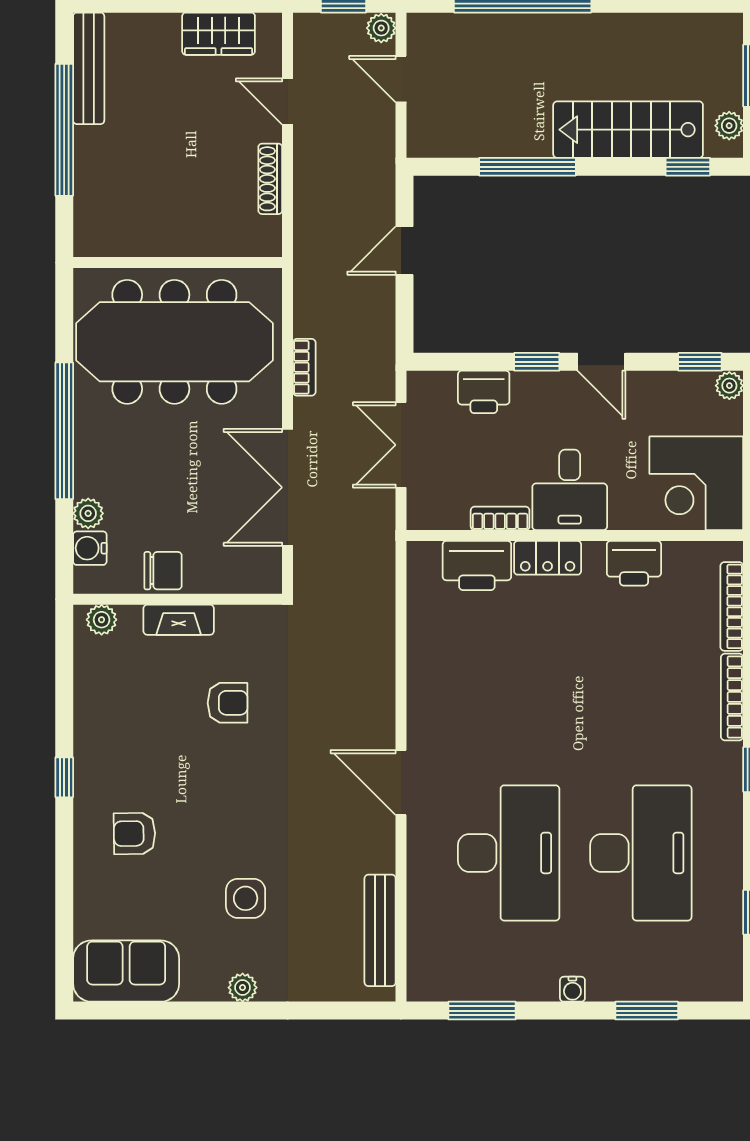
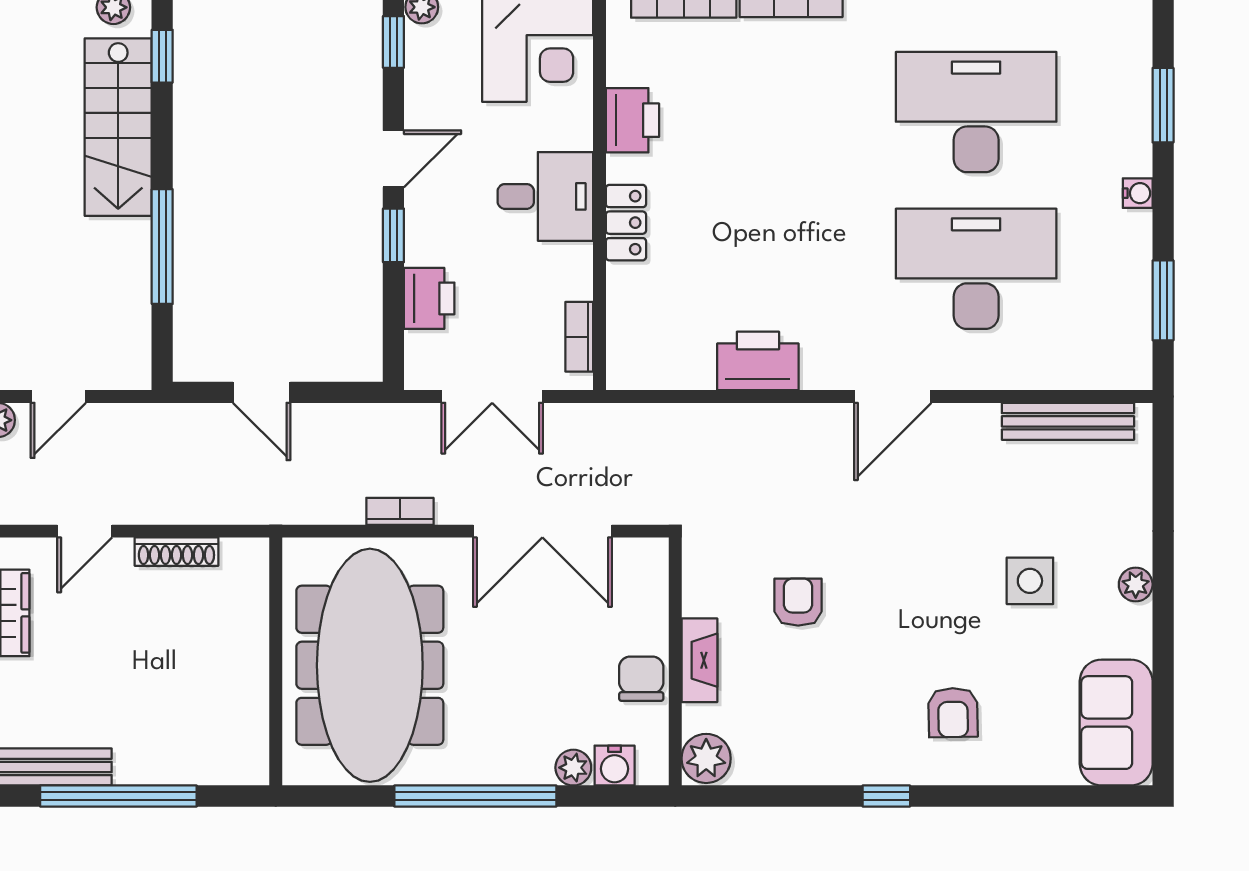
bookcase: (500, 518) -> (579, 337), moved
printer: (477, 565) -> (758, 361), moved, turned -90
plant: (102, 620) -> (706, 758), width x1.38, depth x1.38

